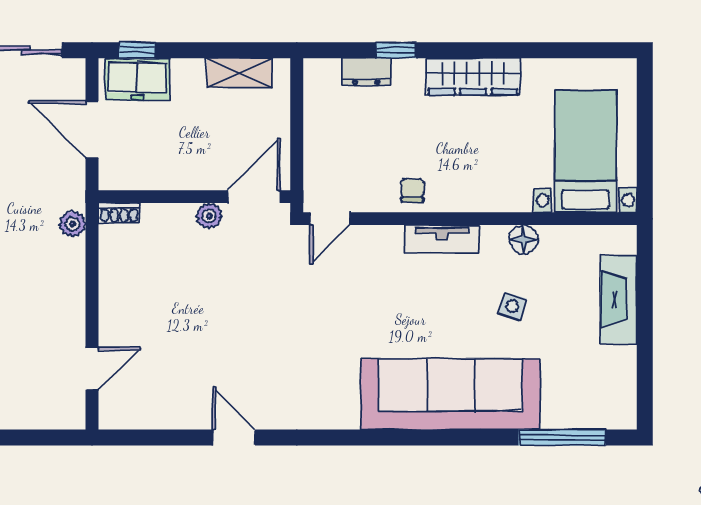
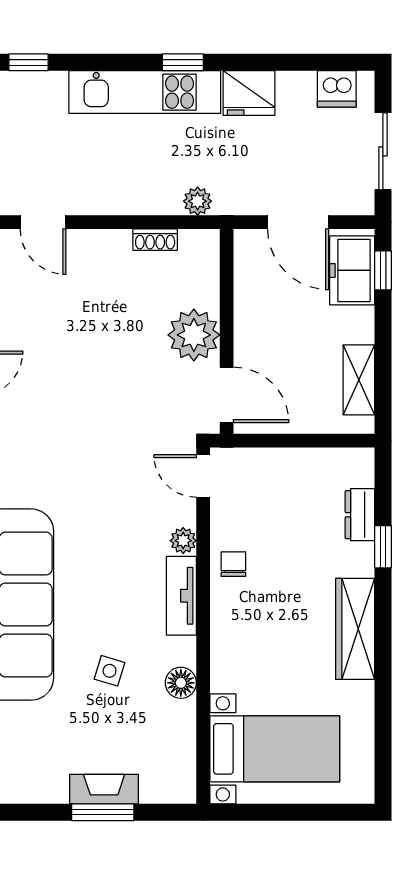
door: (92, 130) -> (298, 222), swing flipped
chair: (412, 190) -> (233, 564), turned -90
shoe rack: (119, 213) -> (155, 240), moved, turned -90
plant: (209, 216) -> (194, 335), width x1.87, depth x1.87
plant: (390, 237) -> (183, 541), added
fireplace: (619, 300) -> (104, 789), width x0.73, depth x0.76
window: (645, 313) -> (103, 812), added

